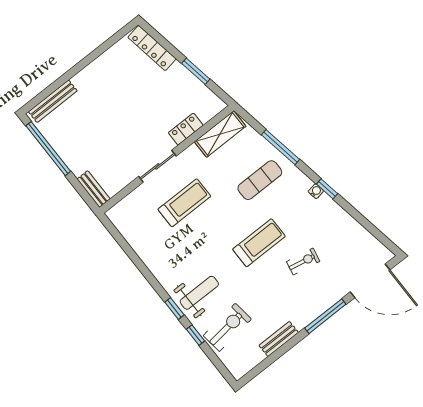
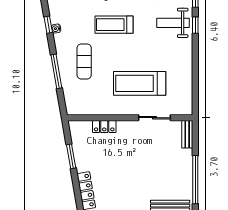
shelving: (220, 134) -> (86, 107), removed
sliding door: (157, 166) -> (155, 118), moved
exercise mat: (260, 180) -> (84, 61), turned 90
treadmill: (184, 203) -> (140, 83), width x1.37, depth x1.38

